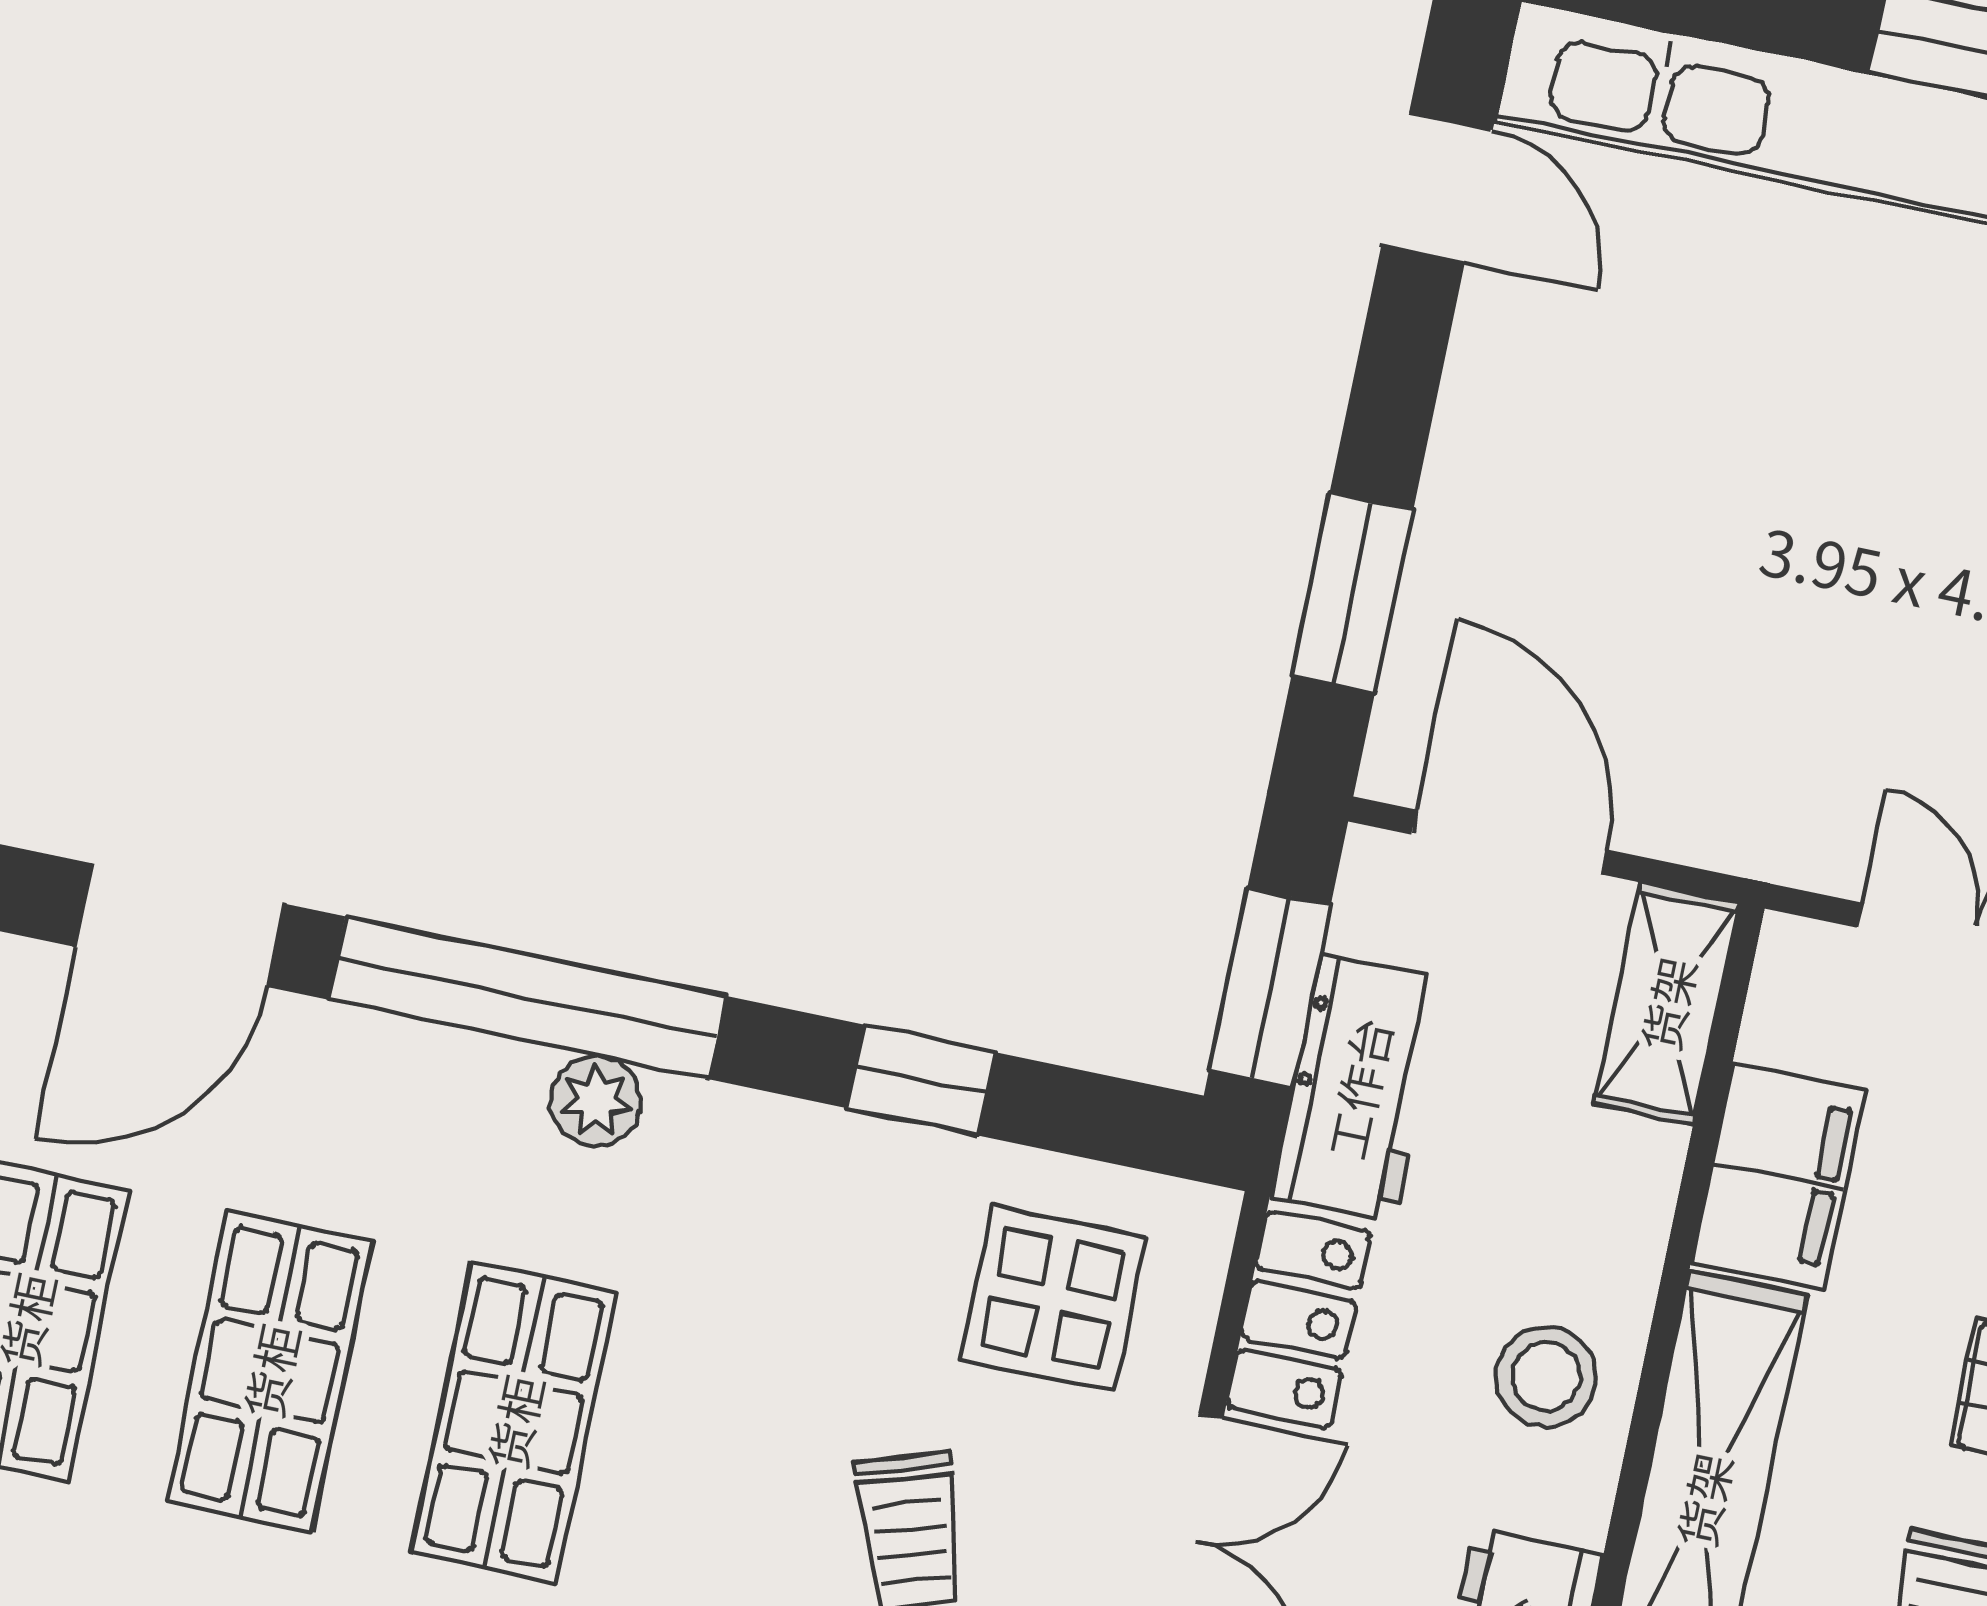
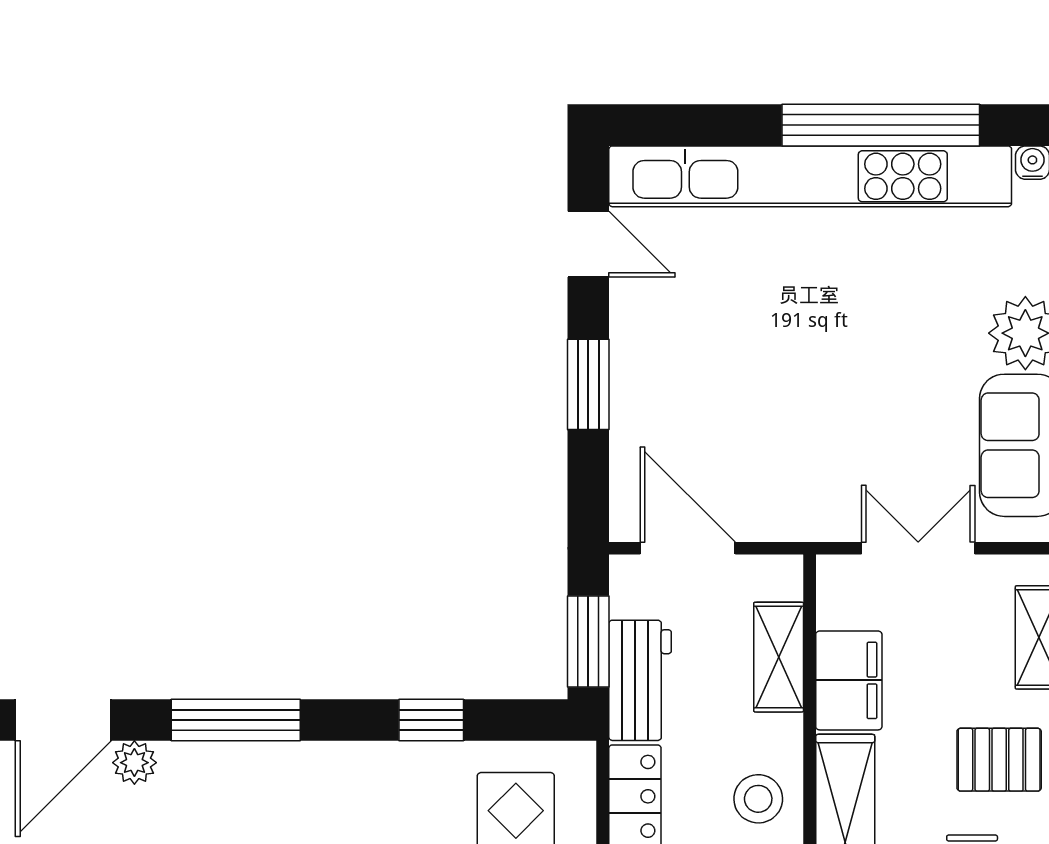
window: (1352, 593) -> (588, 384), moved
window: (527, 998) -> (236, 720), width x0.68
shelving: (1667, 1004) -> (779, 657), moved
plant: (596, 1102) -> (134, 763), moved

